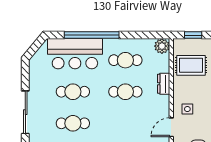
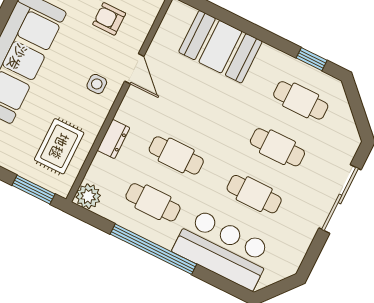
window: (92, 35) -> (153, 249), moved
window: (193, 35) -> (34, 190), width x1.50
rug: (191, 65) -> (59, 146), turned 90
door: (171, 127) -> (134, 69), hinge flipped

